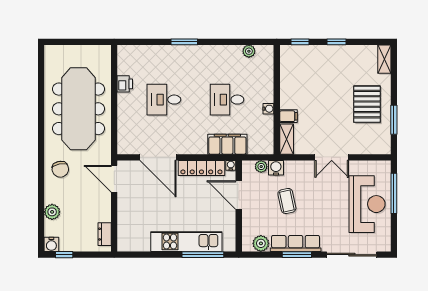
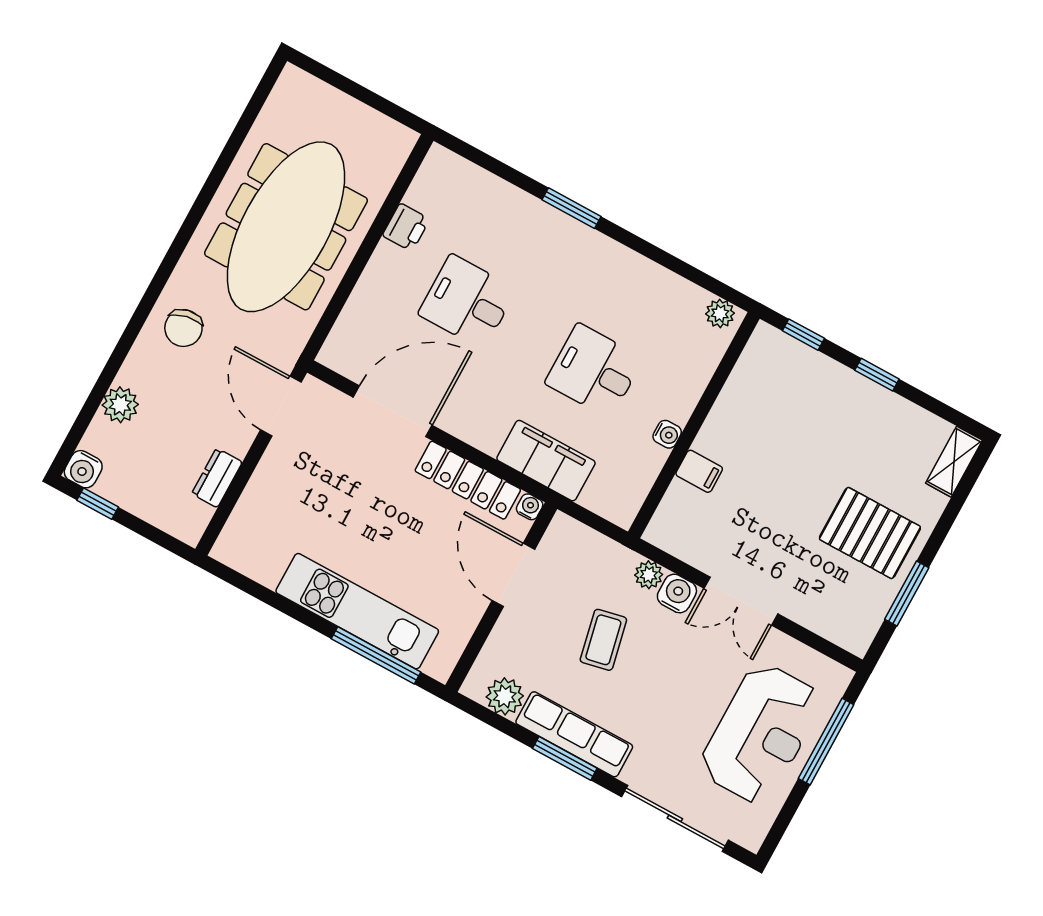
plant: (249, 51) -> (720, 313), moved
pallet: (367, 104) -> (870, 533), turned 90
shelving: (287, 139) -> (670, 515), removed
door: (158, 157) -> (393, 411), swing flipped
plant: (261, 167) -> (649, 575), moved
water cooler: (276, 168) -> (677, 593), moved
dresser: (105, 234) -> (217, 478), moved

